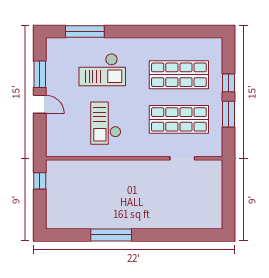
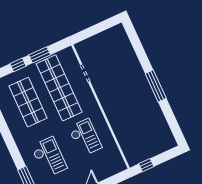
shop shelf: (179, 119) -> (59, 88), width x1.40
checkout: (106, 123) -> (85, 138), turned -90
window: (111, 235) -> (156, 86), moved

